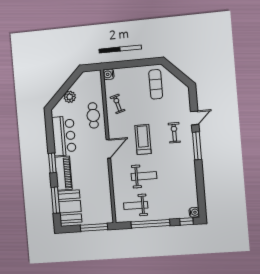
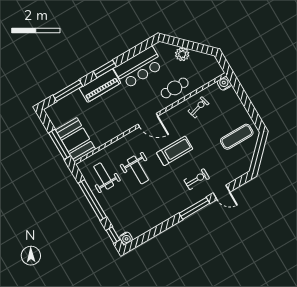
booth: (70, 207) -> (76, 140), moved, turned 90

